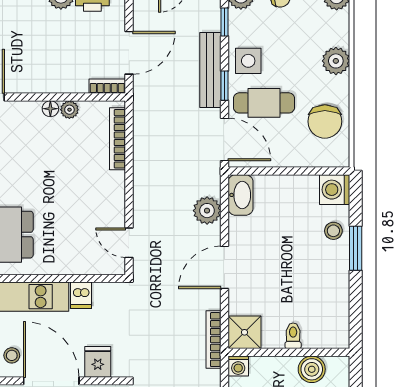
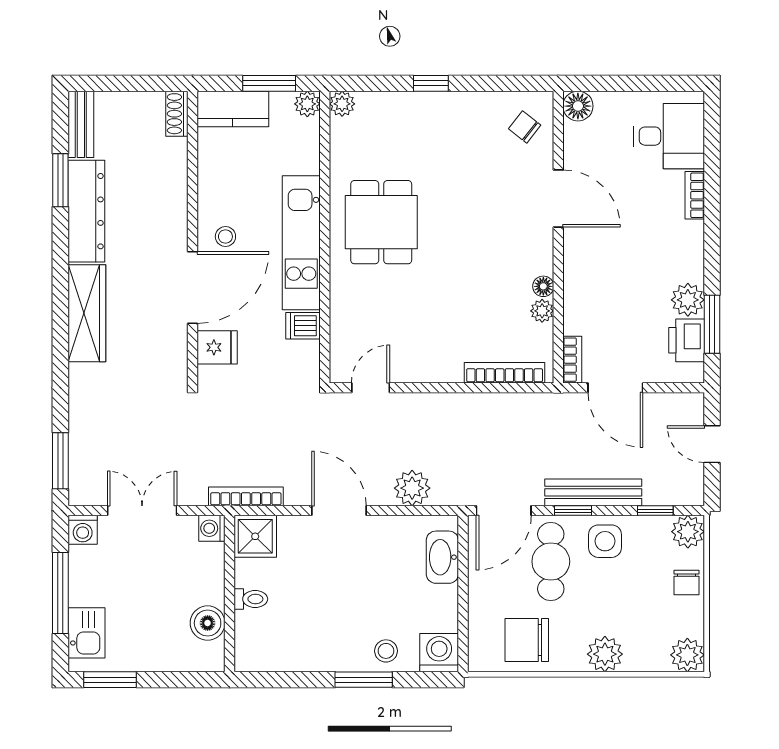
washbasin: (241, 195) -> (442, 557), moved, turned 90

